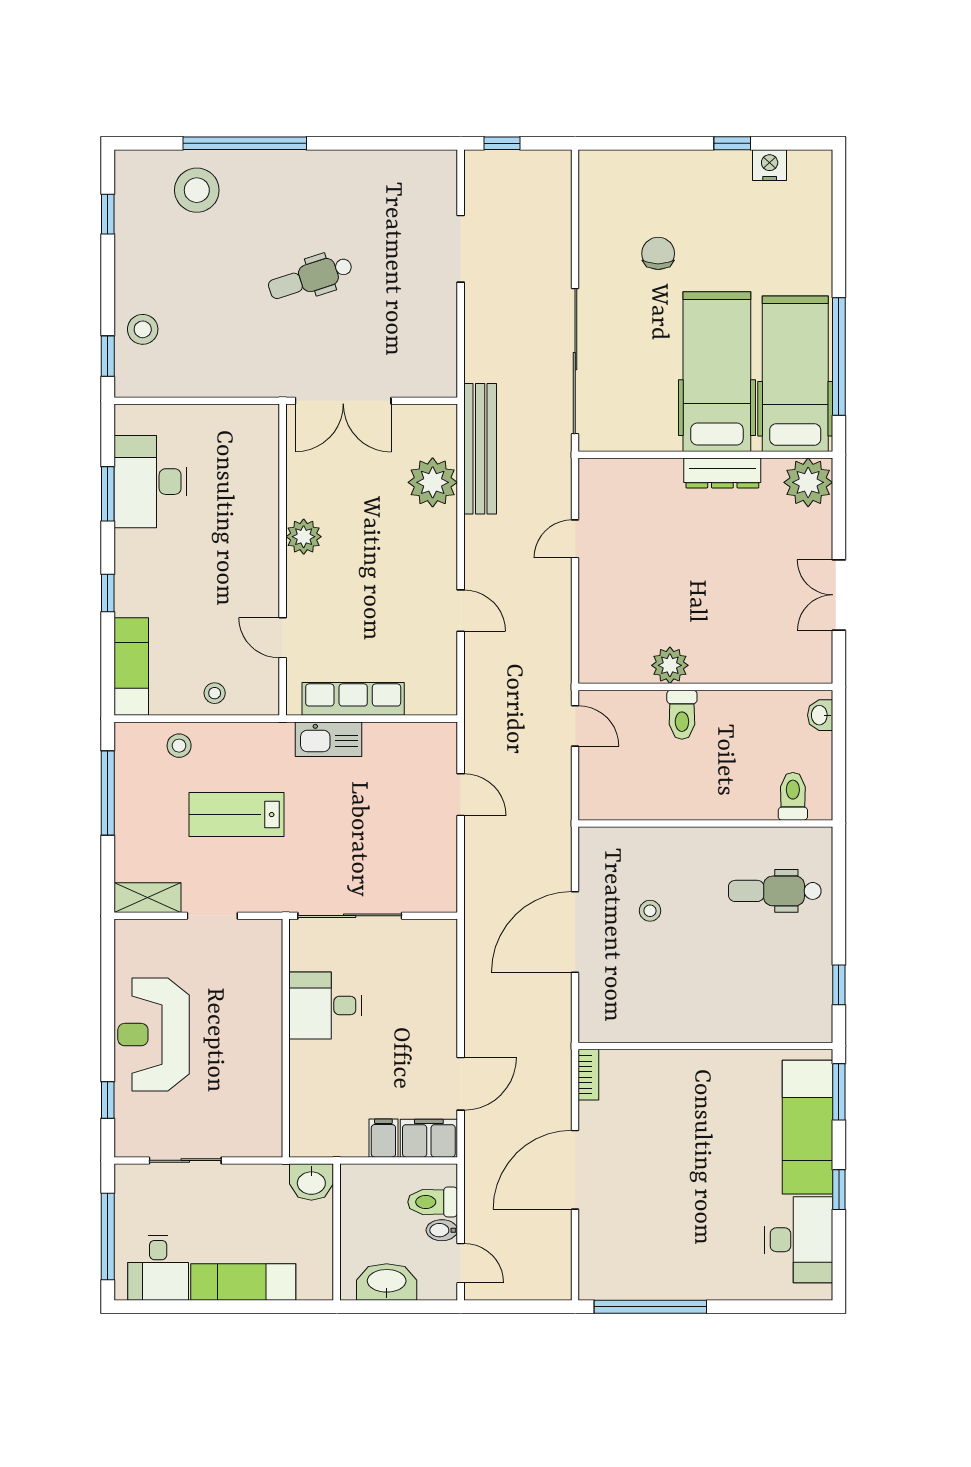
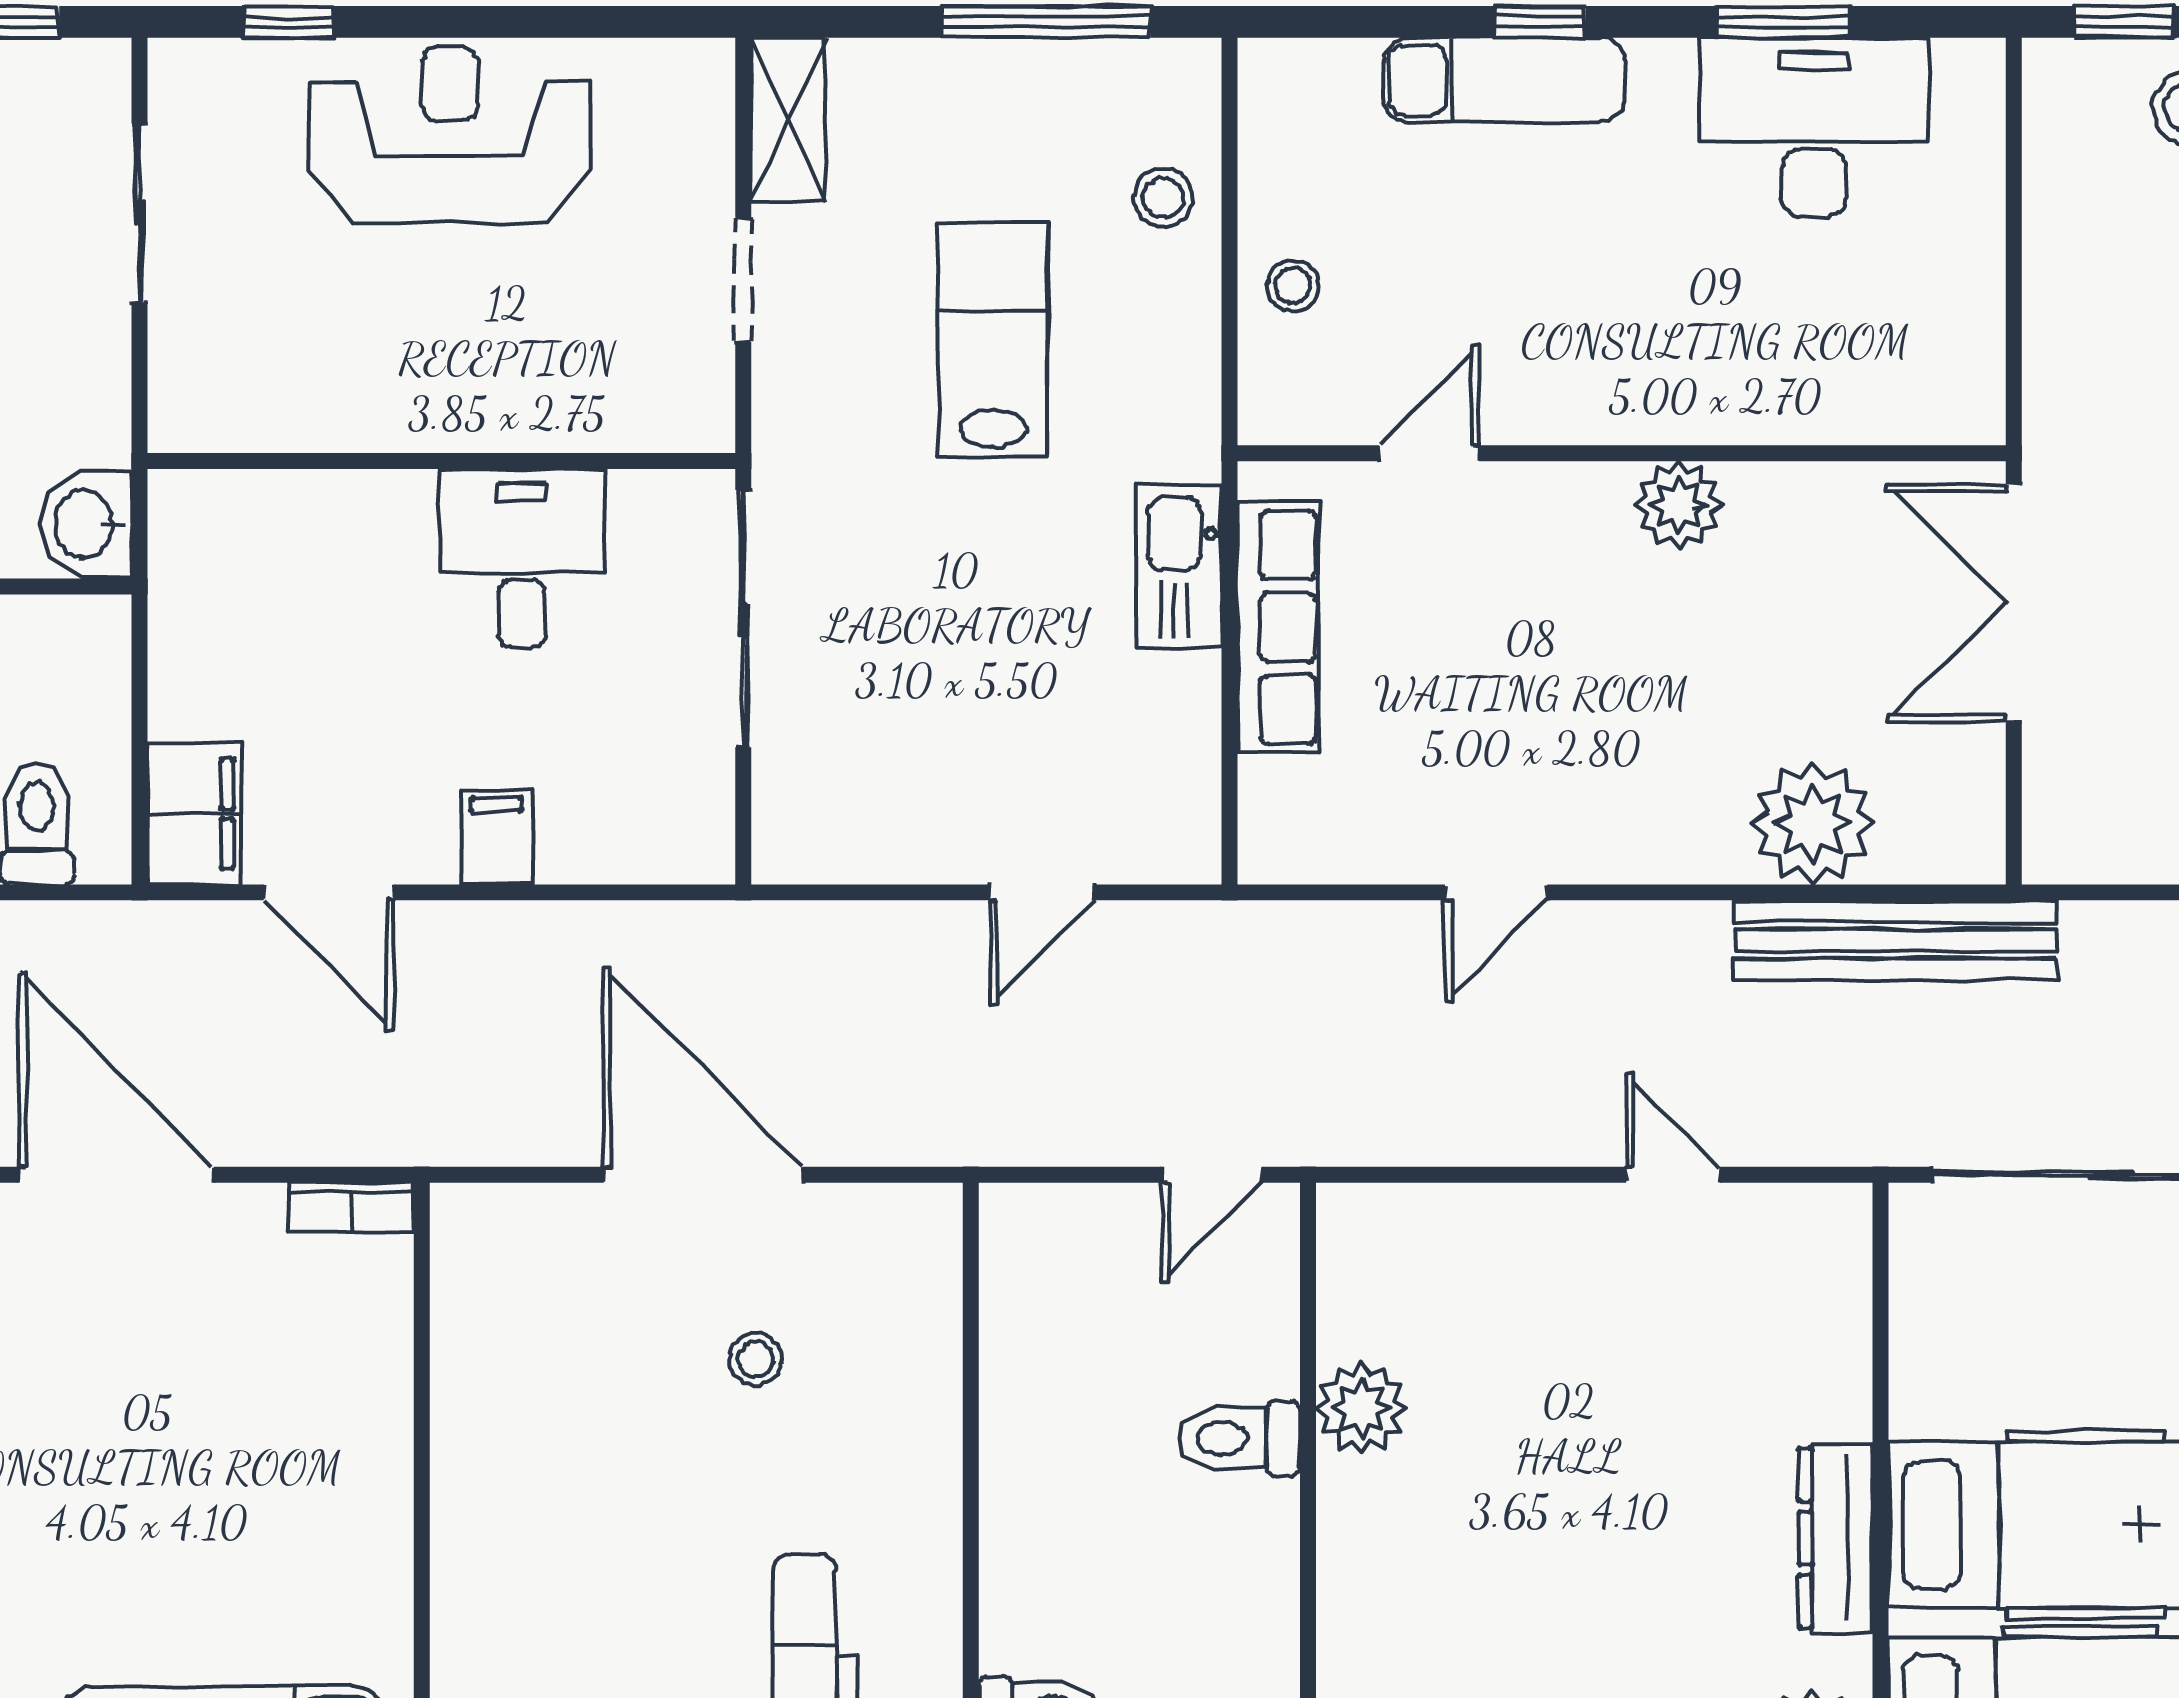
exam couch: (131, 667) -> (1504, 80), moved
filing cabinet: (383, 1138) -> (497, 837), moved, turned -90

